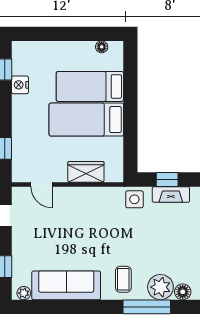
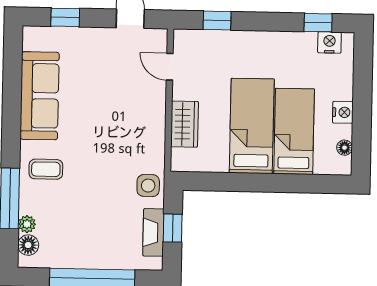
nightstand: (74, 49) -> (343, 112), added
nightstand: (20, 85) -> (329, 43), moved
door: (41, 184) -> (170, 67), hinge flipped
plant: (160, 287) -> (27, 224), width x0.53, depth x0.53
plant: (24, 293) -> (31, 41), removed

